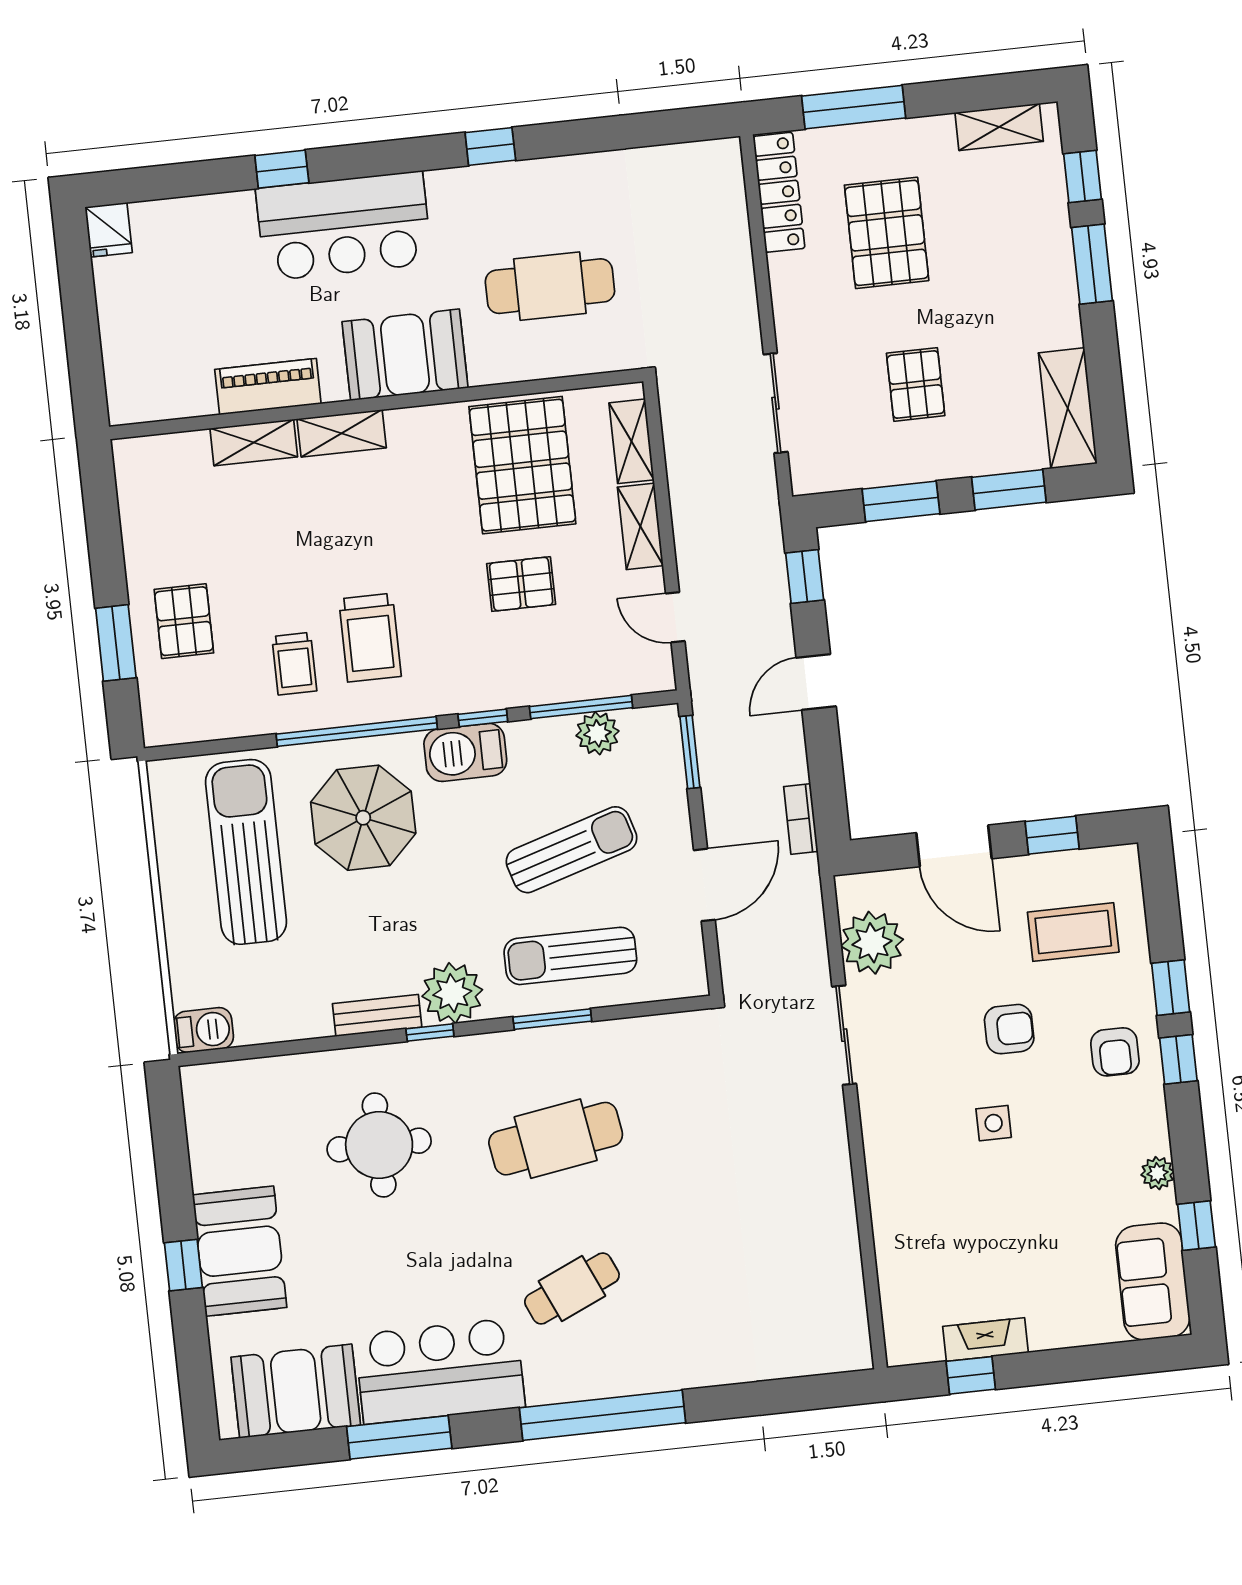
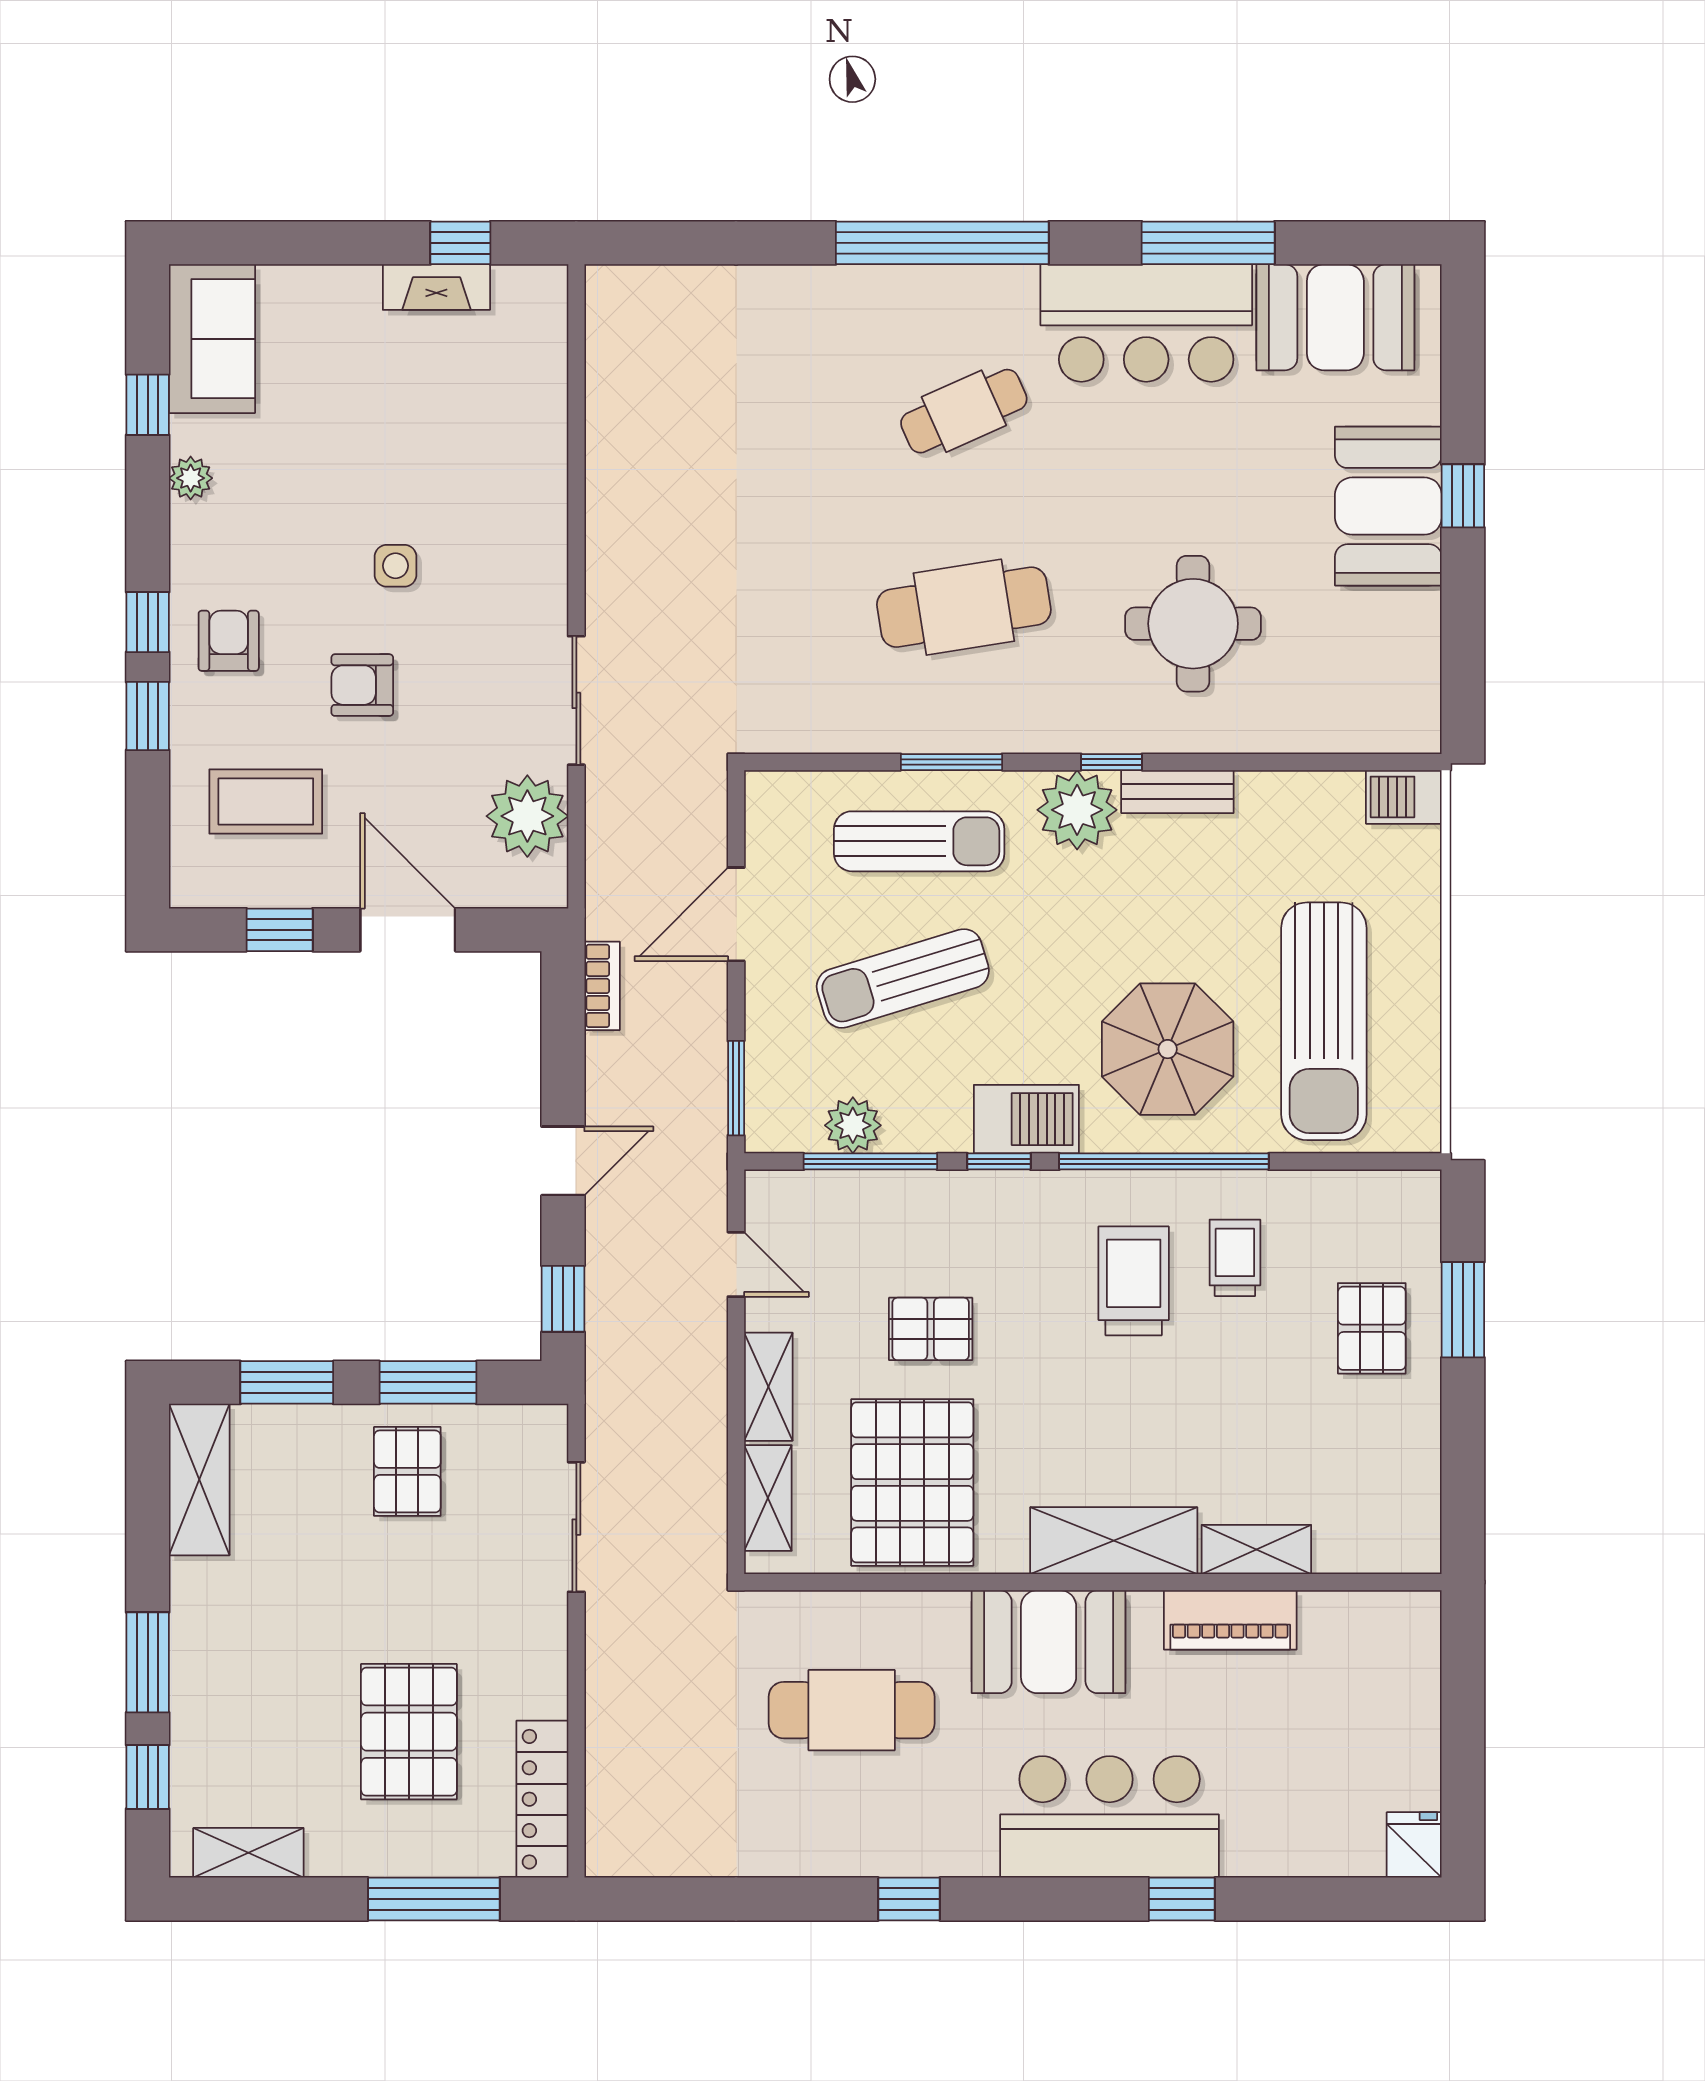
pallet: (916, 384) -> (407, 1471), moved
shelving: (342, 433) -> (1114, 1541), width x1.50, depth x1.33

